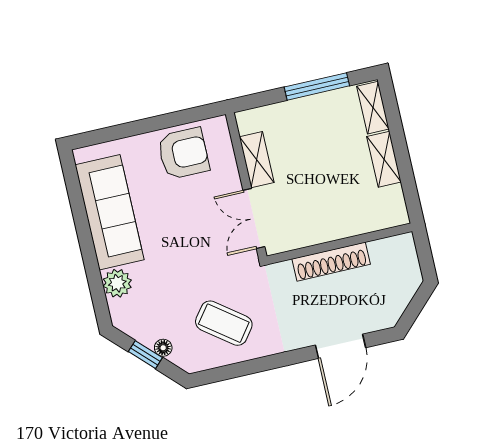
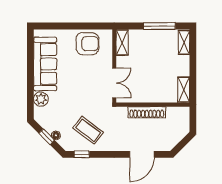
shelving: (384, 159) -> (184, 90), moved
shelving: (257, 160) -> (122, 43), moved
double door: (254, 218) -> (114, 83), swing flipped
window: (222, 373) -> (82, 154), added

